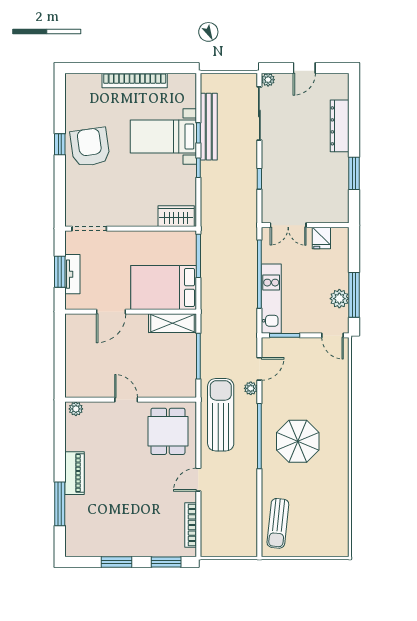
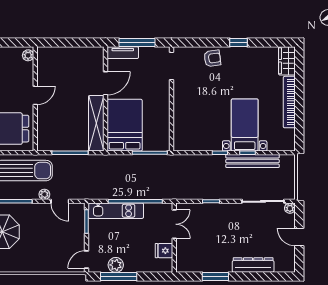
armchair: (90, 147) -> (212, 58), moved, width x0.53, depth x0.53
wardrobe: (176, 216) -> (287, 61), moved, turned 180
double door: (288, 225) -> (174, 224), swing flipped
window: (60, 272) -> (137, 43), width x1.44
tv unit: (72, 274) -> (123, 53), moved
door: (111, 312) -> (105, 83), swing flipped
shelving: (172, 323) -> (96, 123), width x1.47

